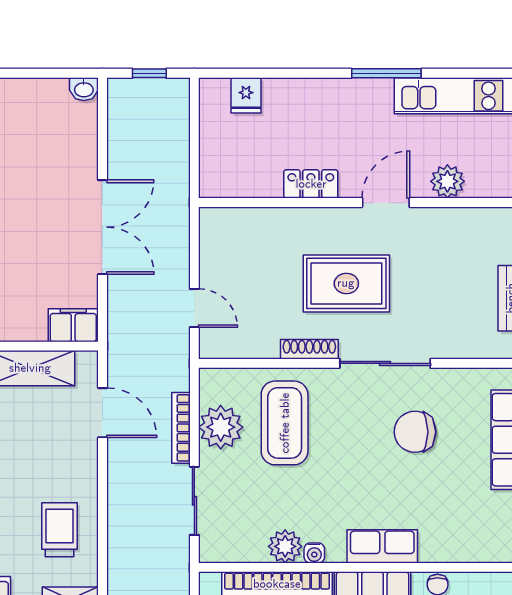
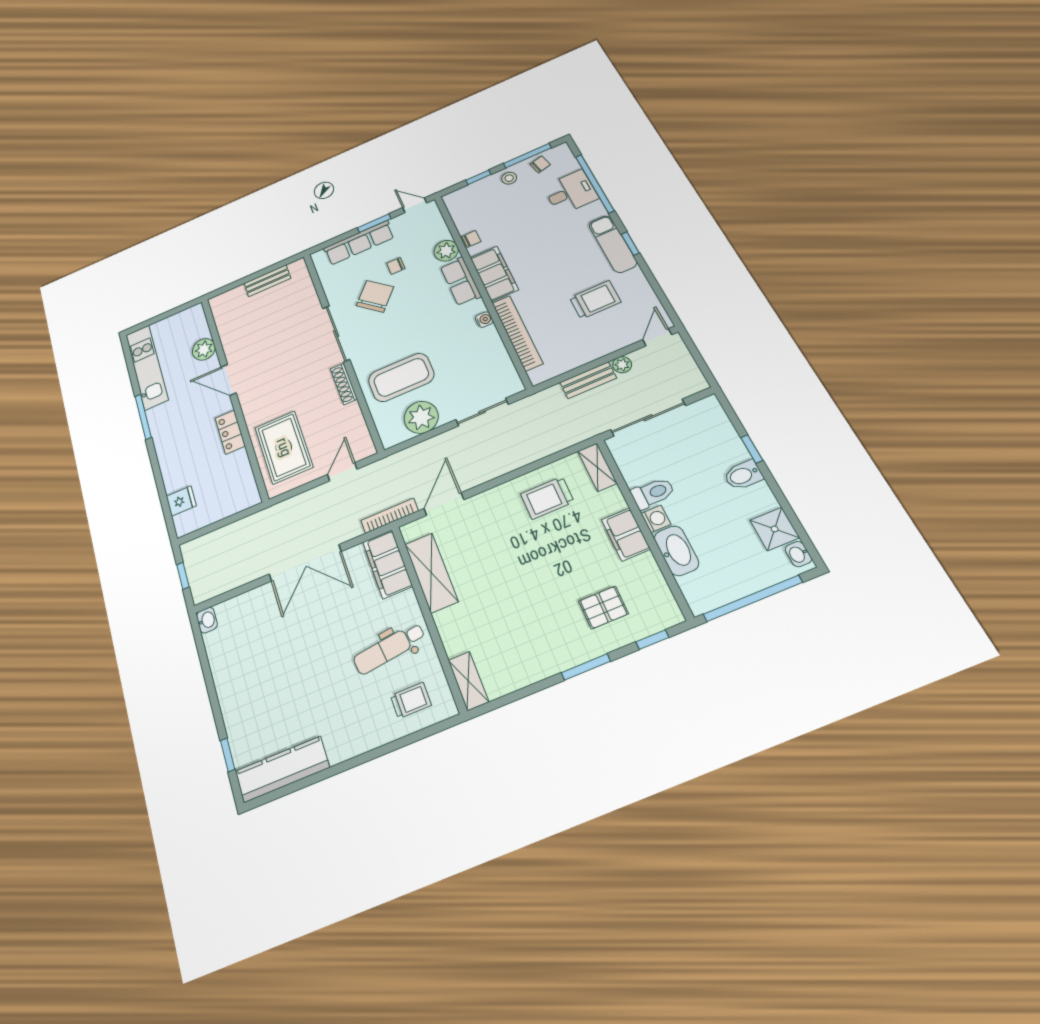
double door: (102, 227) -> (305, 563), swing flipped
rug: (346, 283) -> (284, 447), moved
filing cabinet: (73, 325) -> (387, 564), width x1.50, depth x1.17
bookcase: (181, 428) -> (390, 516), moved, turned 180
chair: (415, 432) -> (375, 296), turned -139
chair: (447, 475) -> (396, 266), added
plant: (285, 546) -> (446, 251), moved

